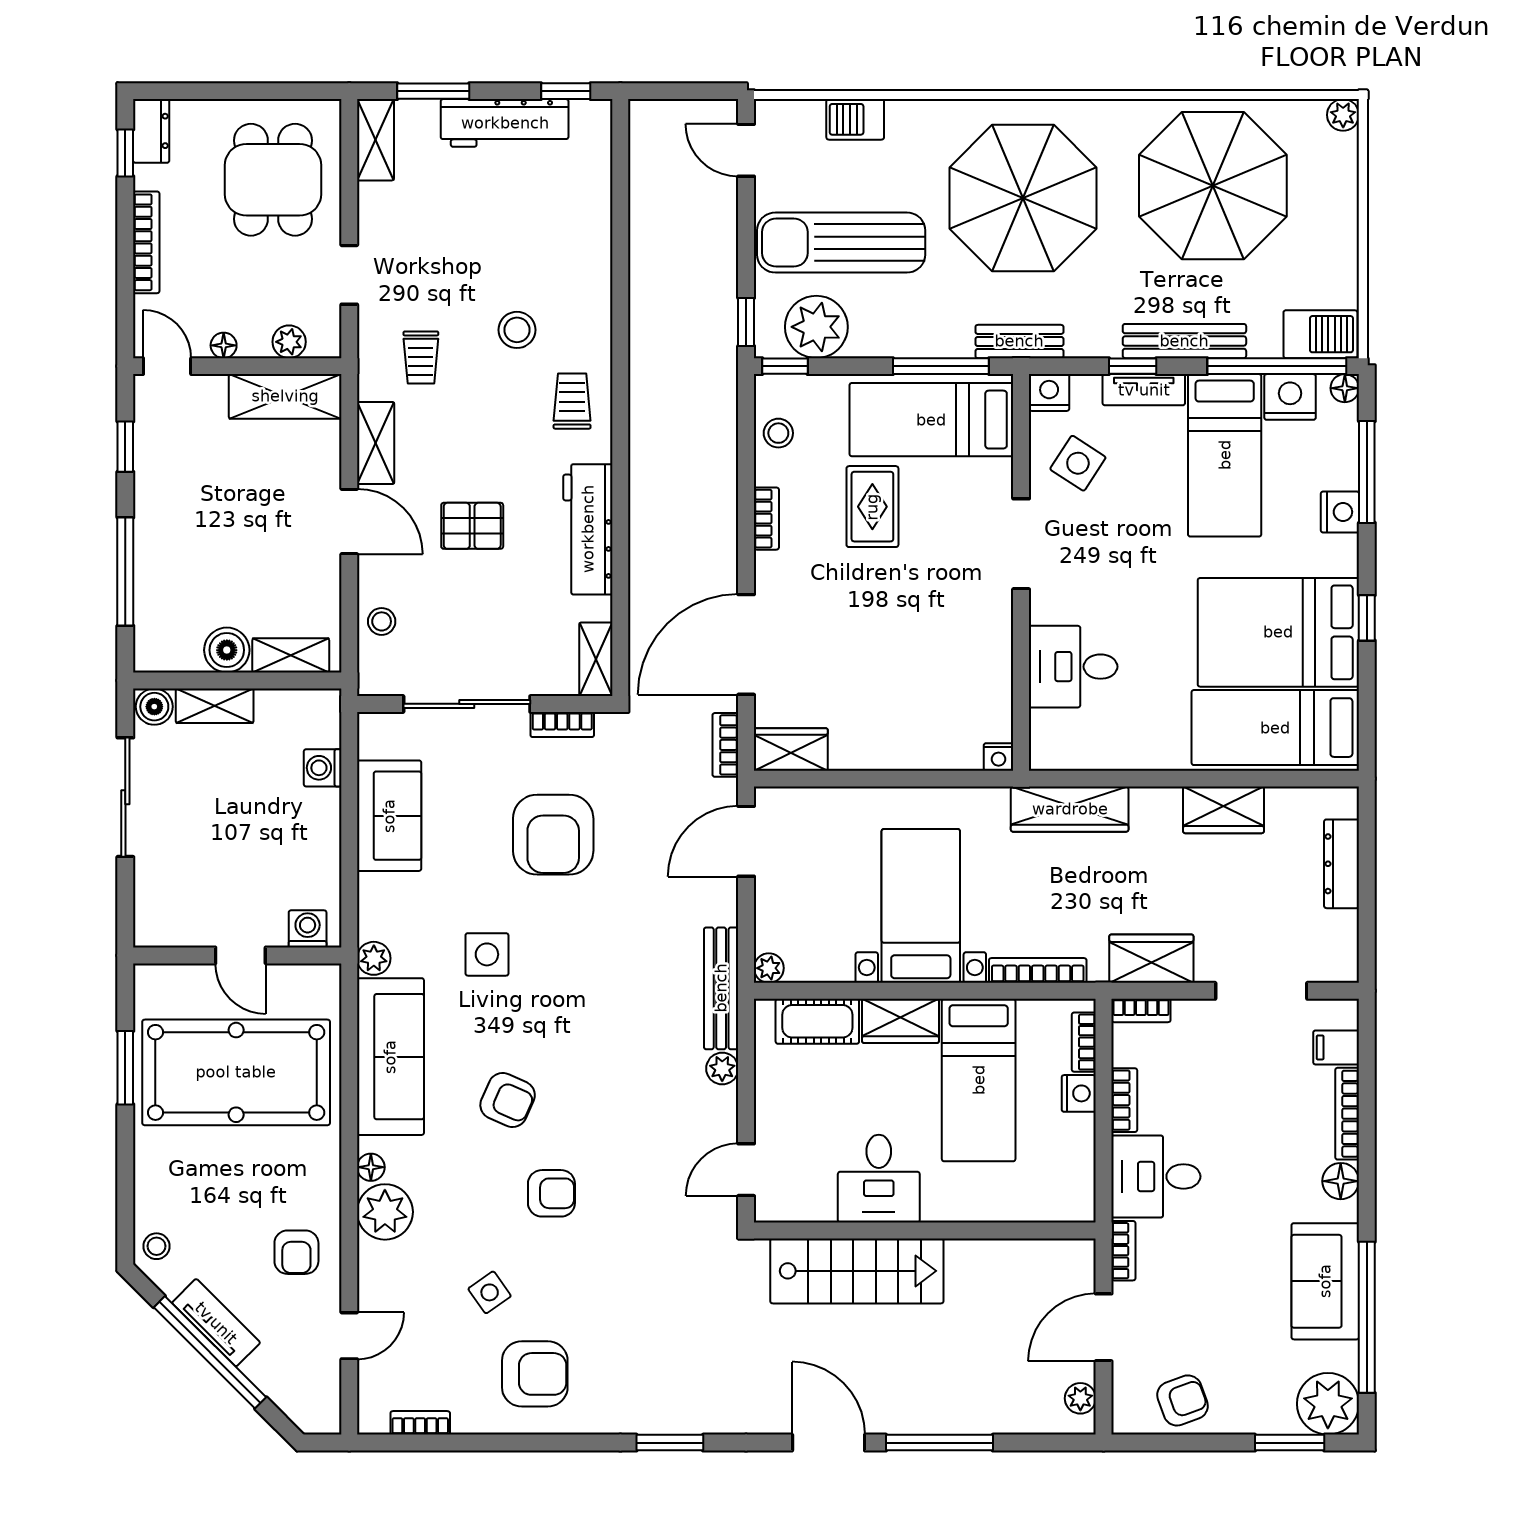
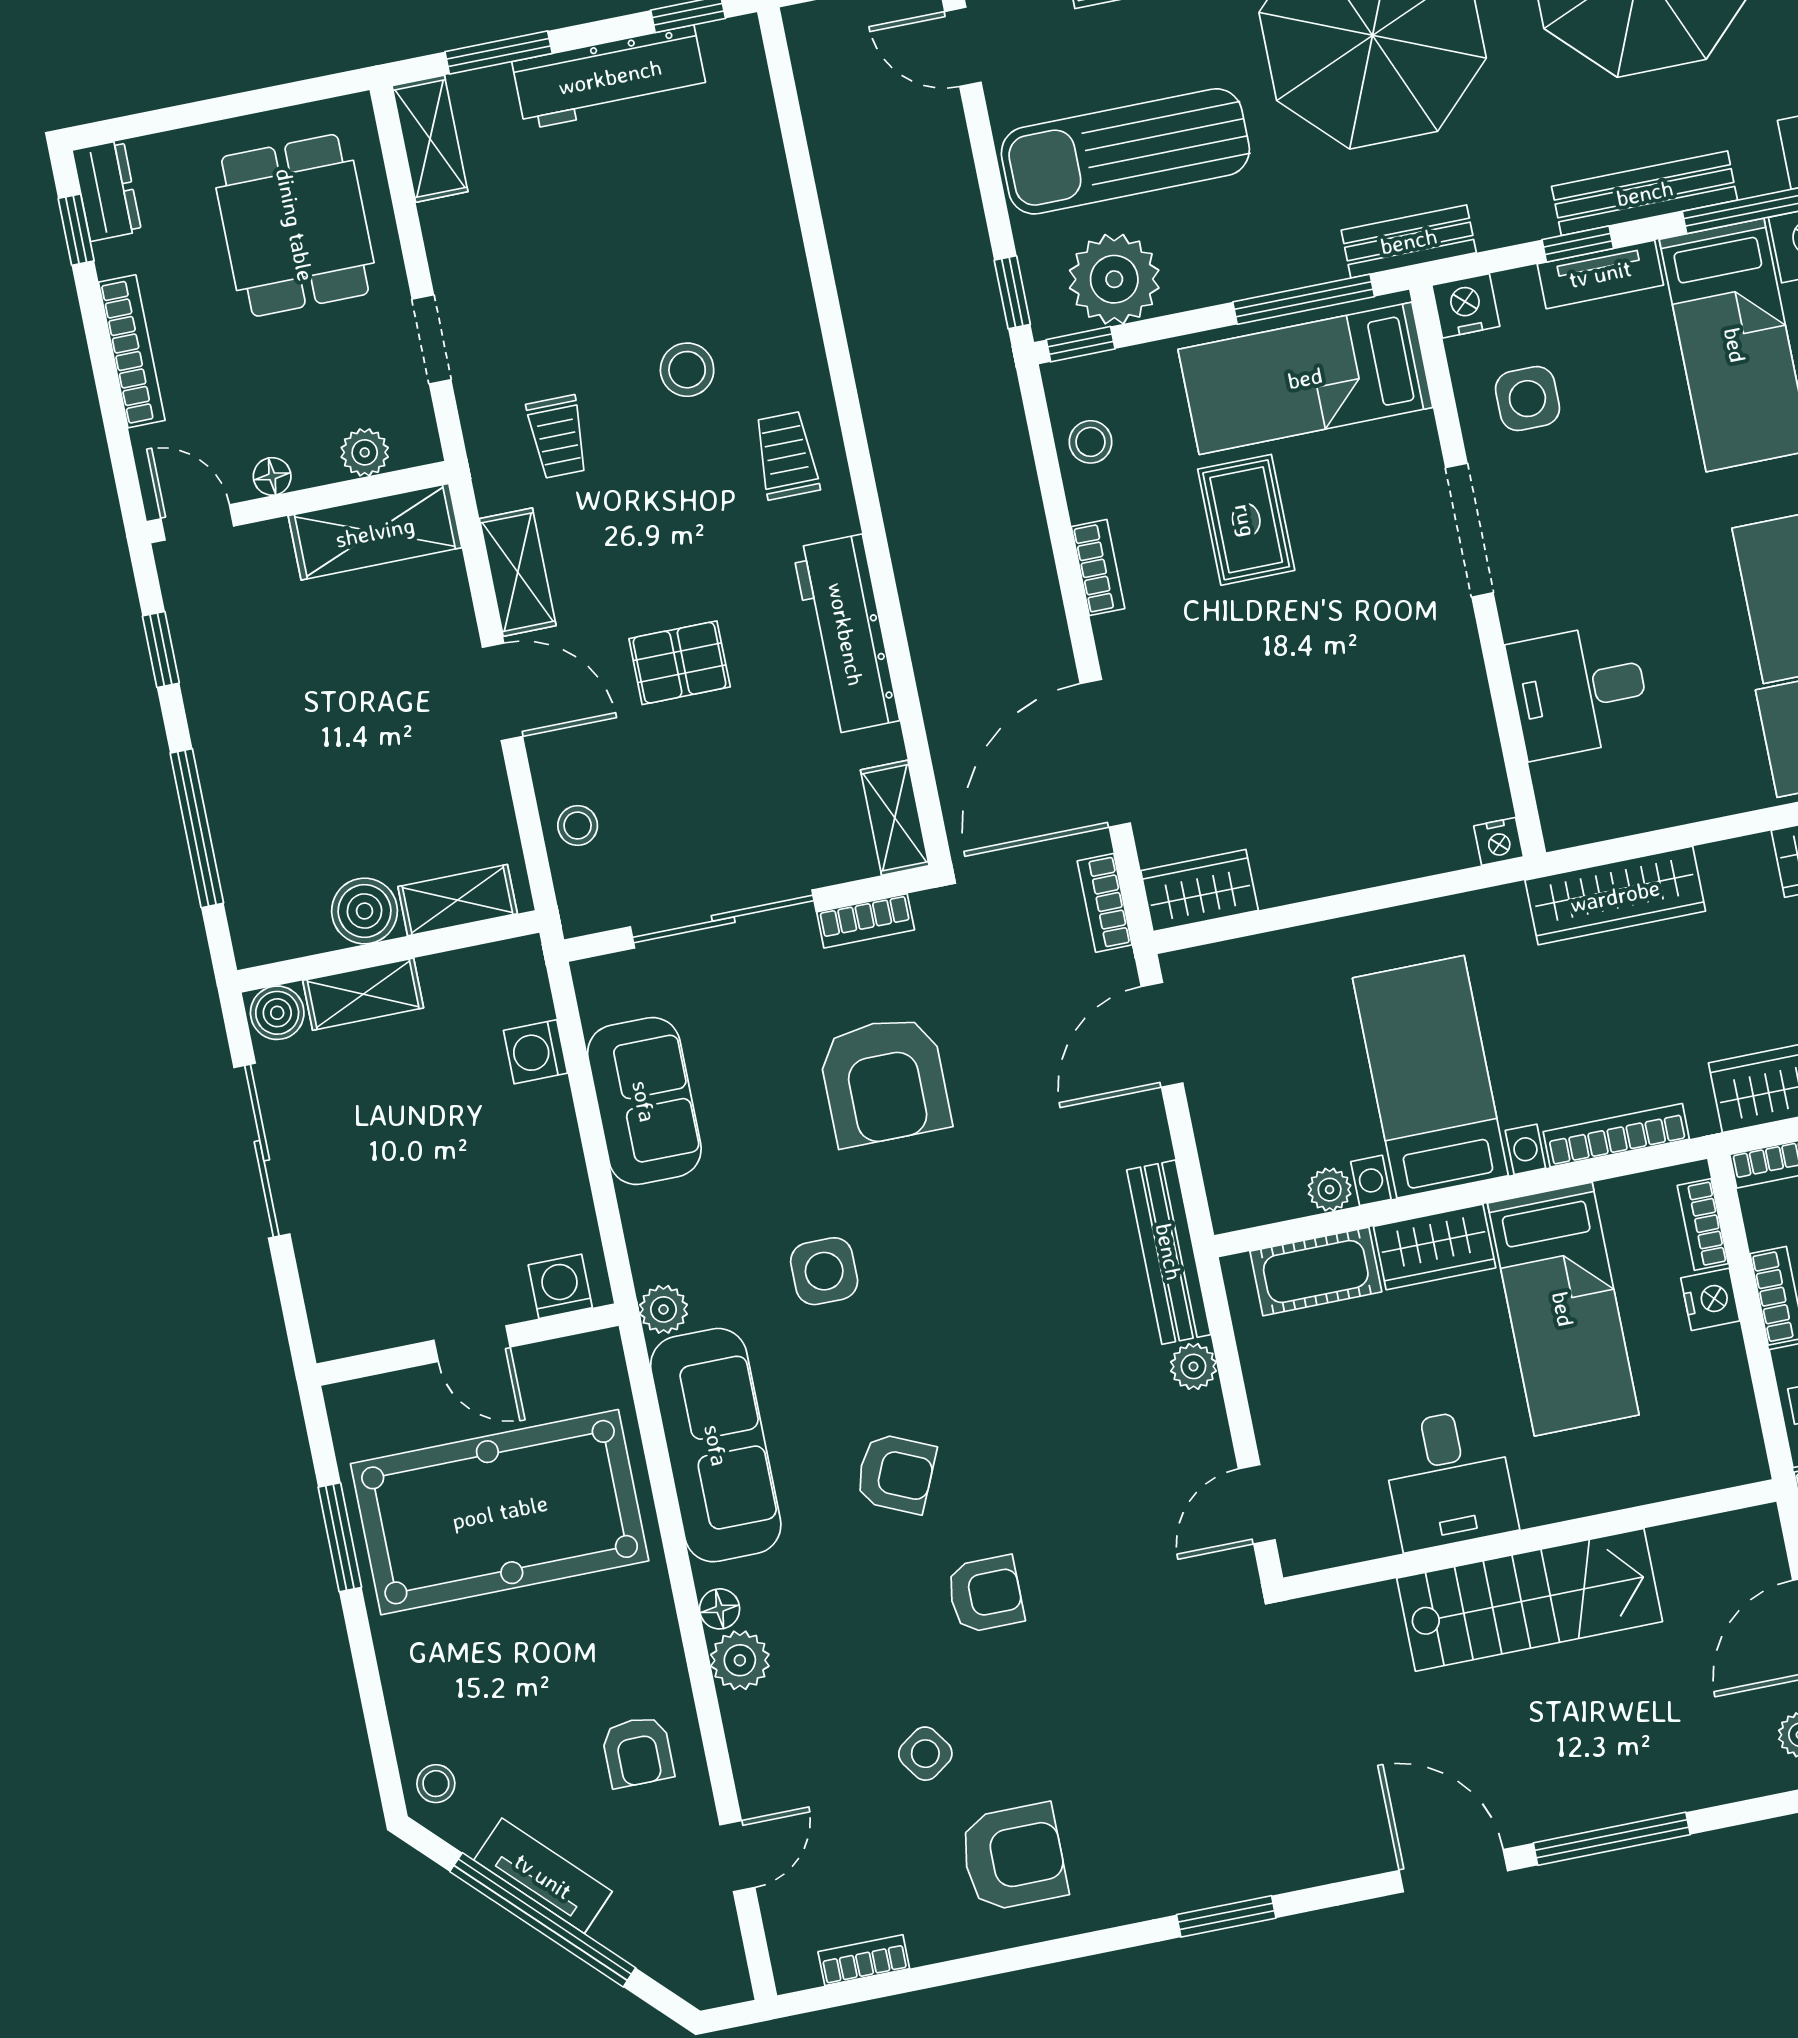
side table: (1078, 463) -> (1527, 399), turned -33
plant: (769, 968) -> (1330, 1190), moved
plant: (385, 1212) -> (740, 1660), width x0.73, depth x0.73
stairs: (857, 1271) -> (1530, 1600), moved

